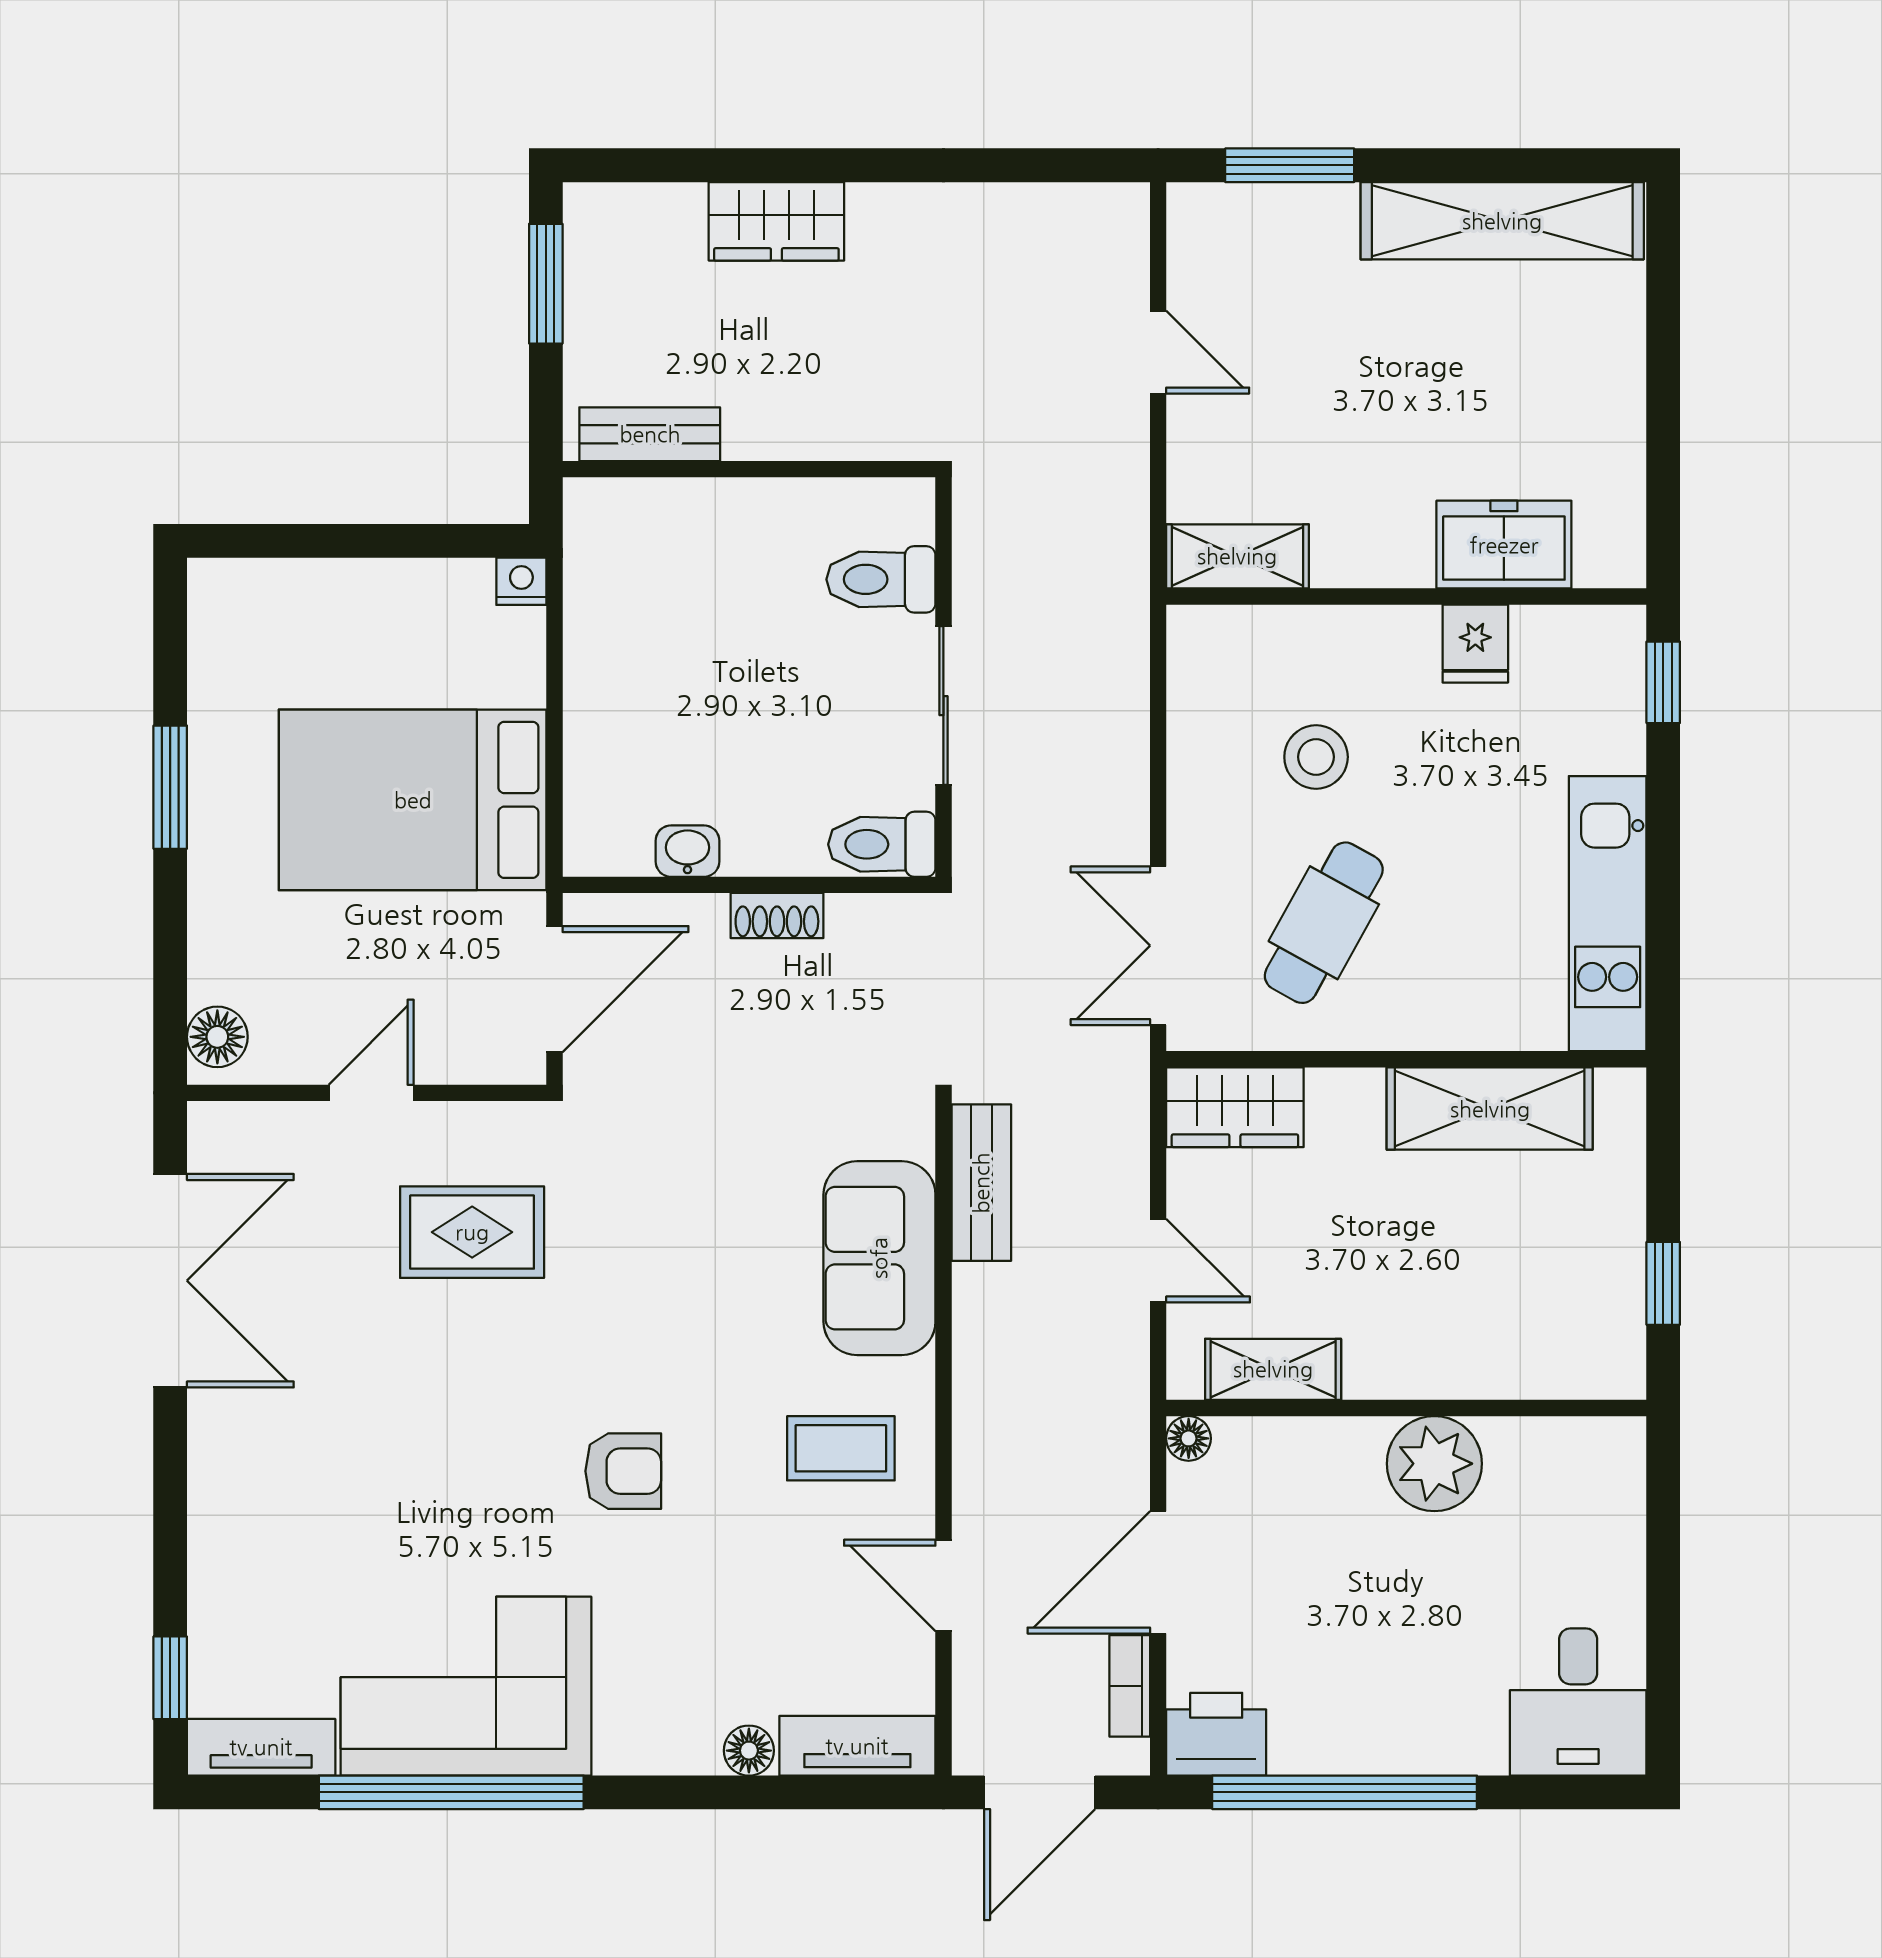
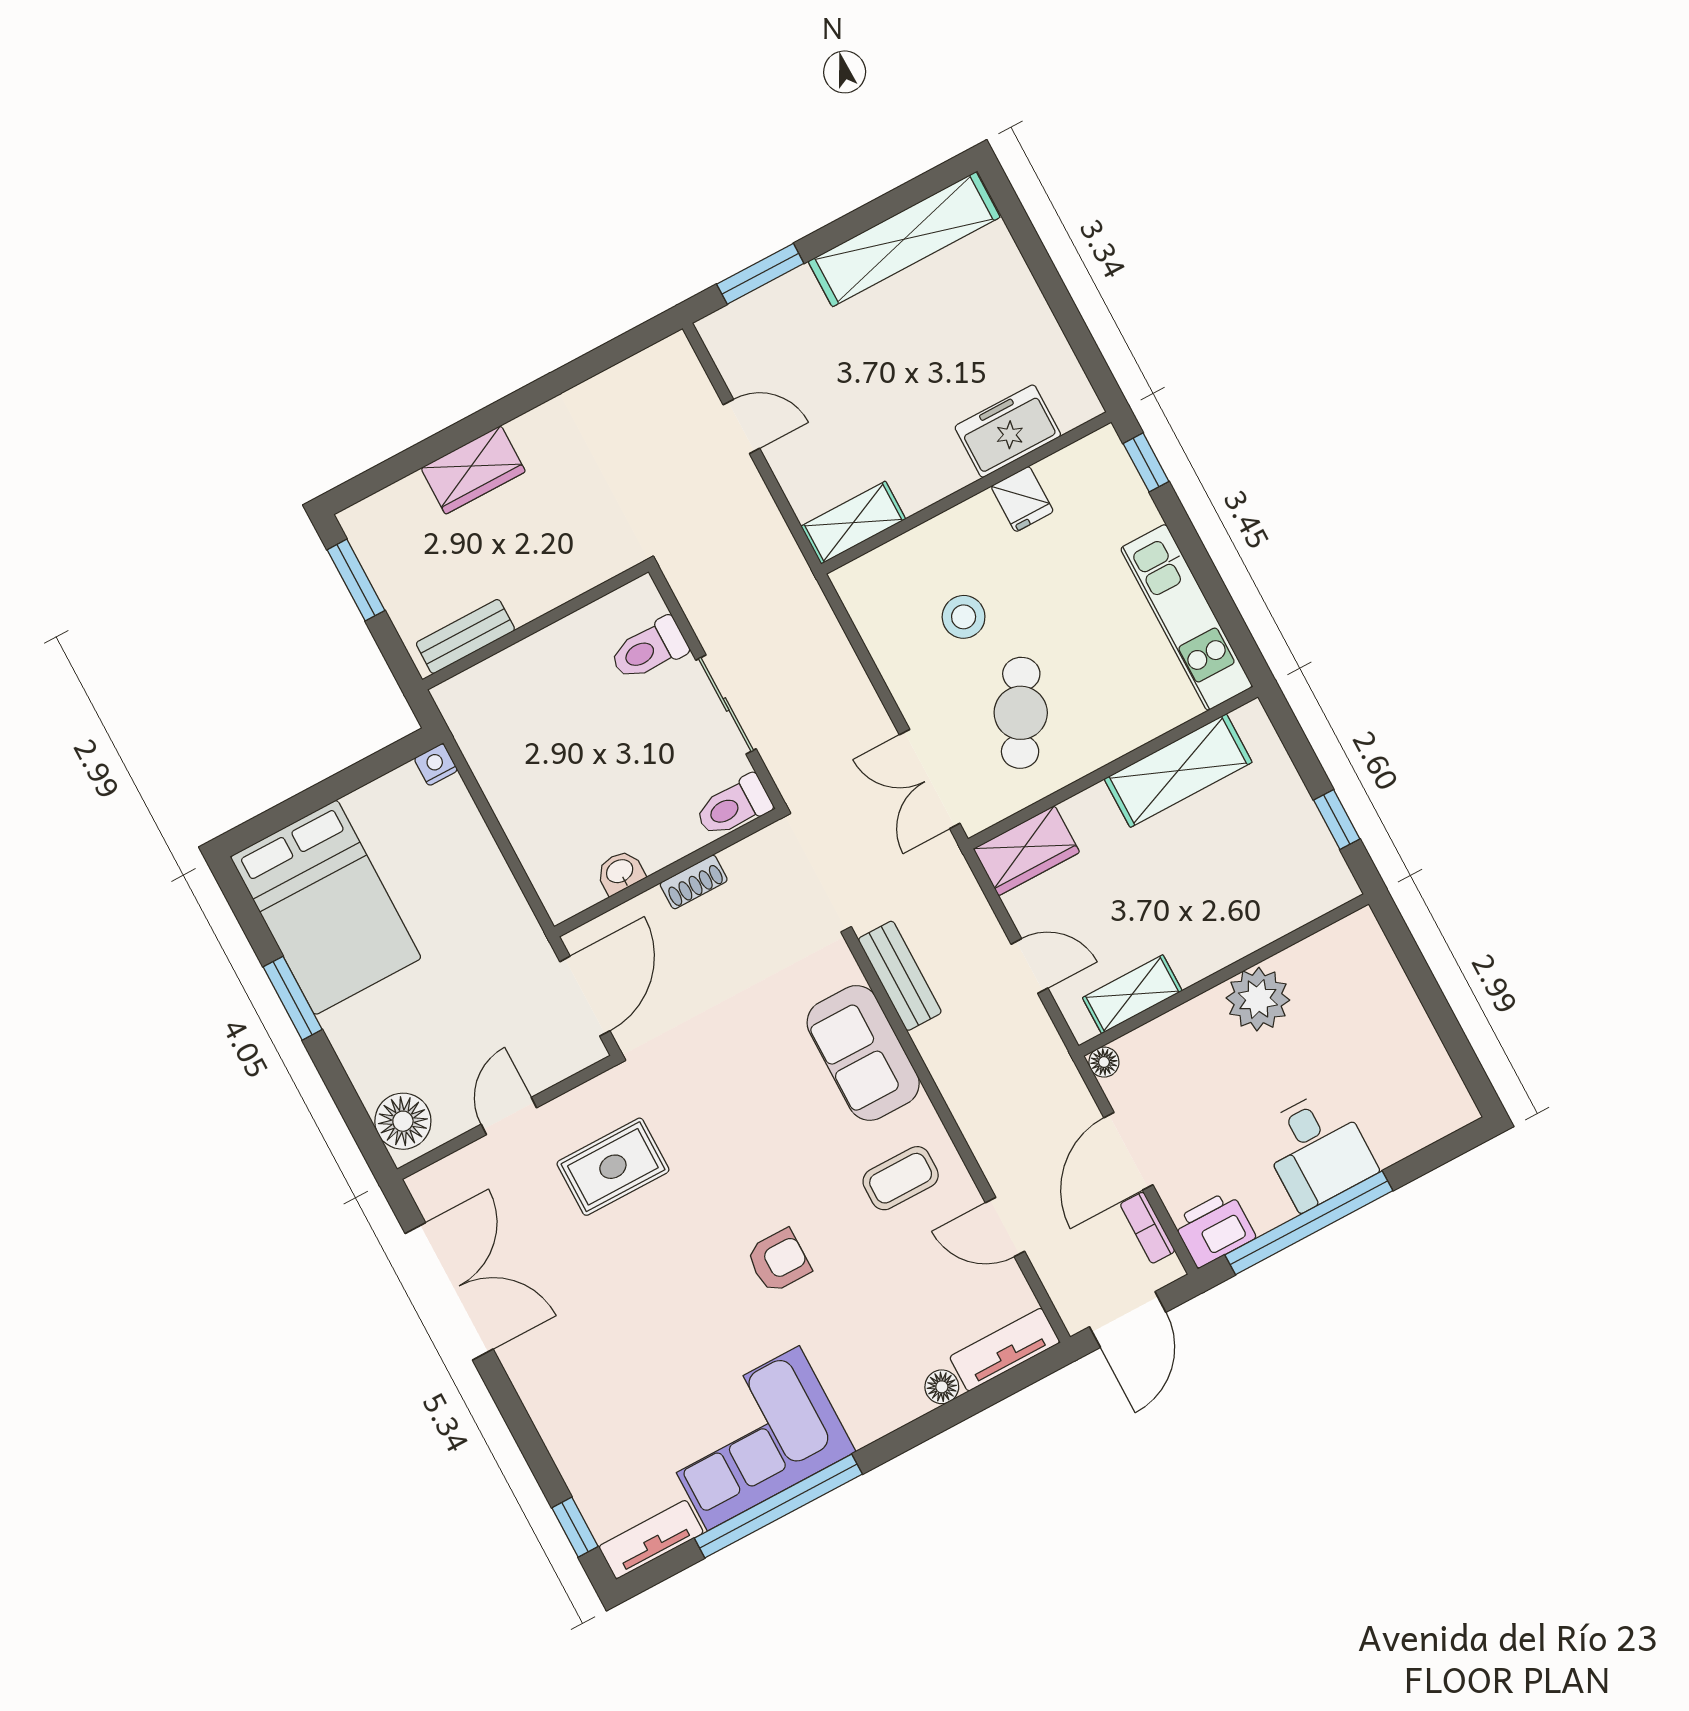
bed: (413, 800) -> (326, 907), moved, turned -90
floor lamp: (217, 1037) -> (403, 1121), width x1.38, depth x1.38
desk: (1578, 1702) -> (1317, 1149), moved

